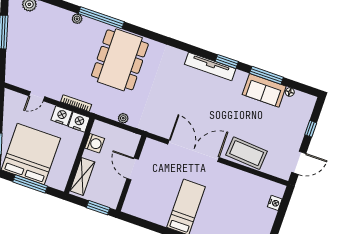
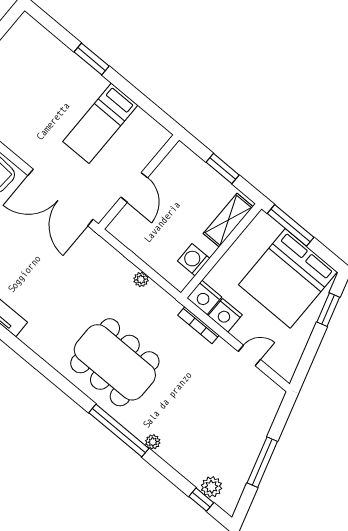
dining table: (120, 60) -> (115, 362), turned 90
door: (133, 169) -> (134, 187), moved
wall: (131, 173) -> (139, 182), moved
window: (30, 184) -> (291, 225), moved

